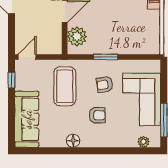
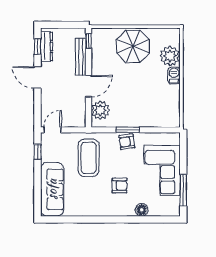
armchair: (105, 84) -> (127, 142), moved
floor lamp: (73, 141) -> (142, 210), moved
plant: (143, 142) -> (164, 211), removed

